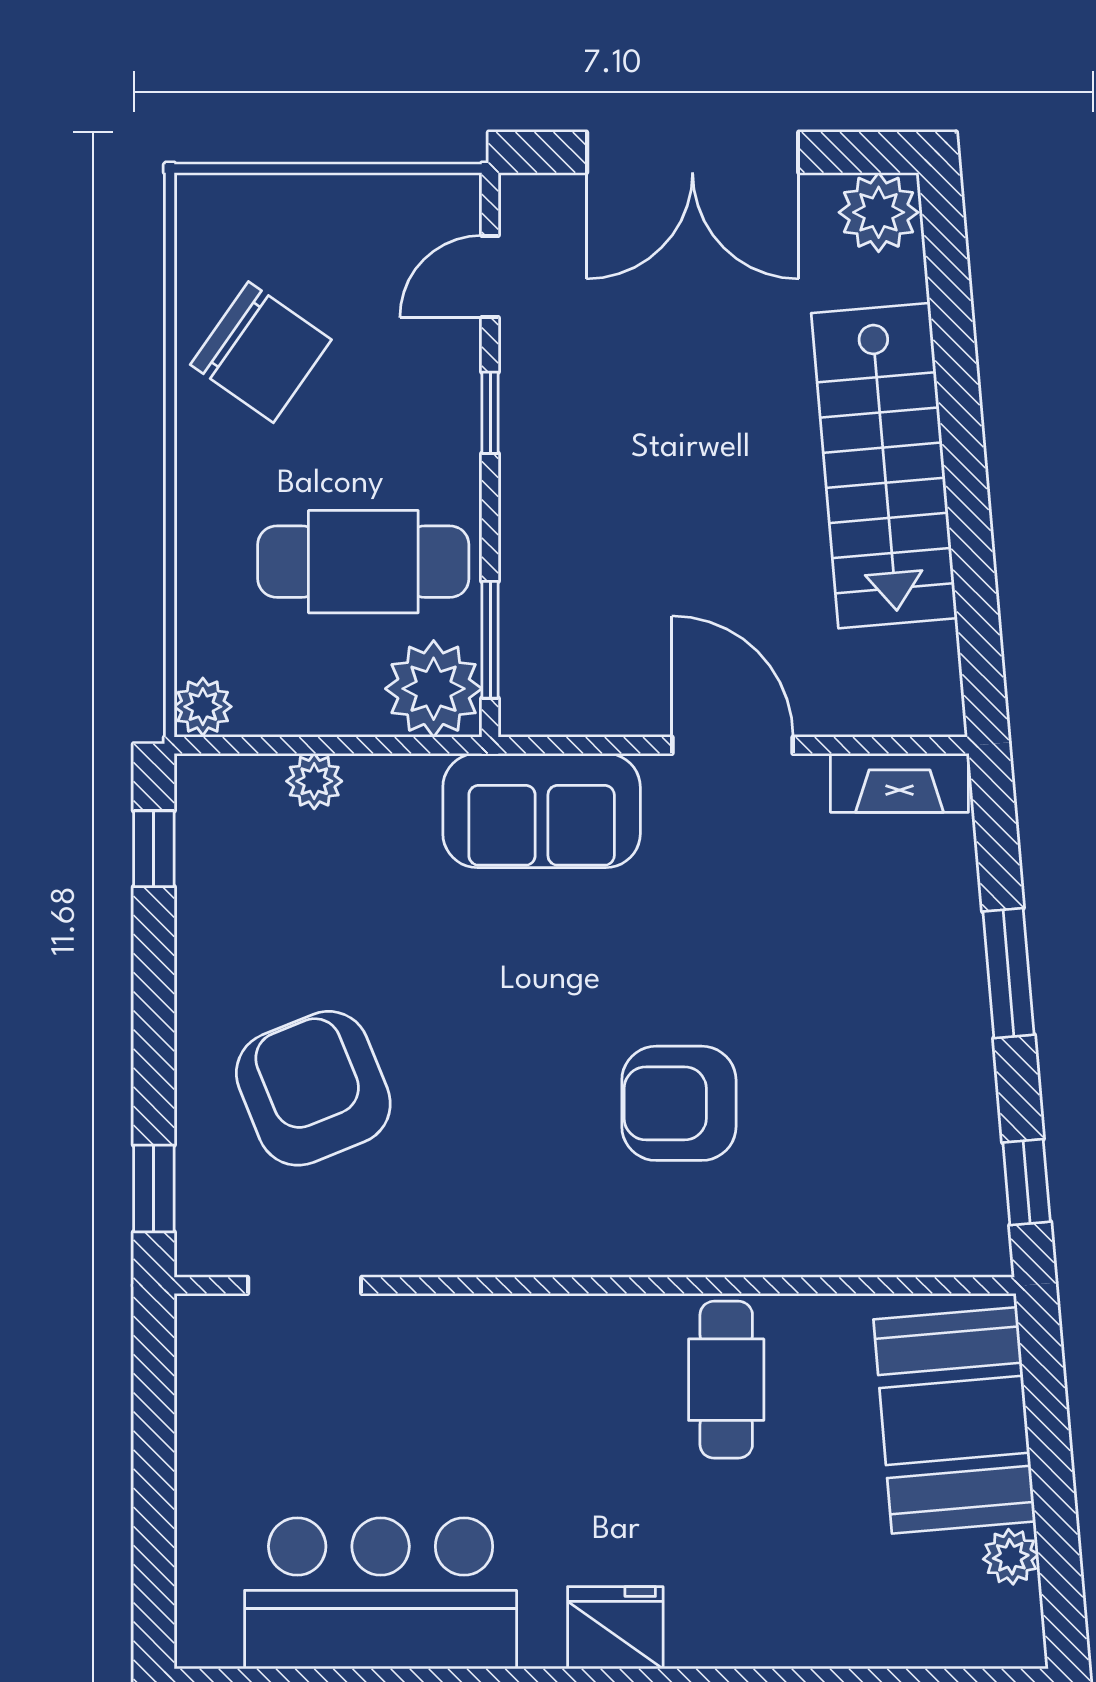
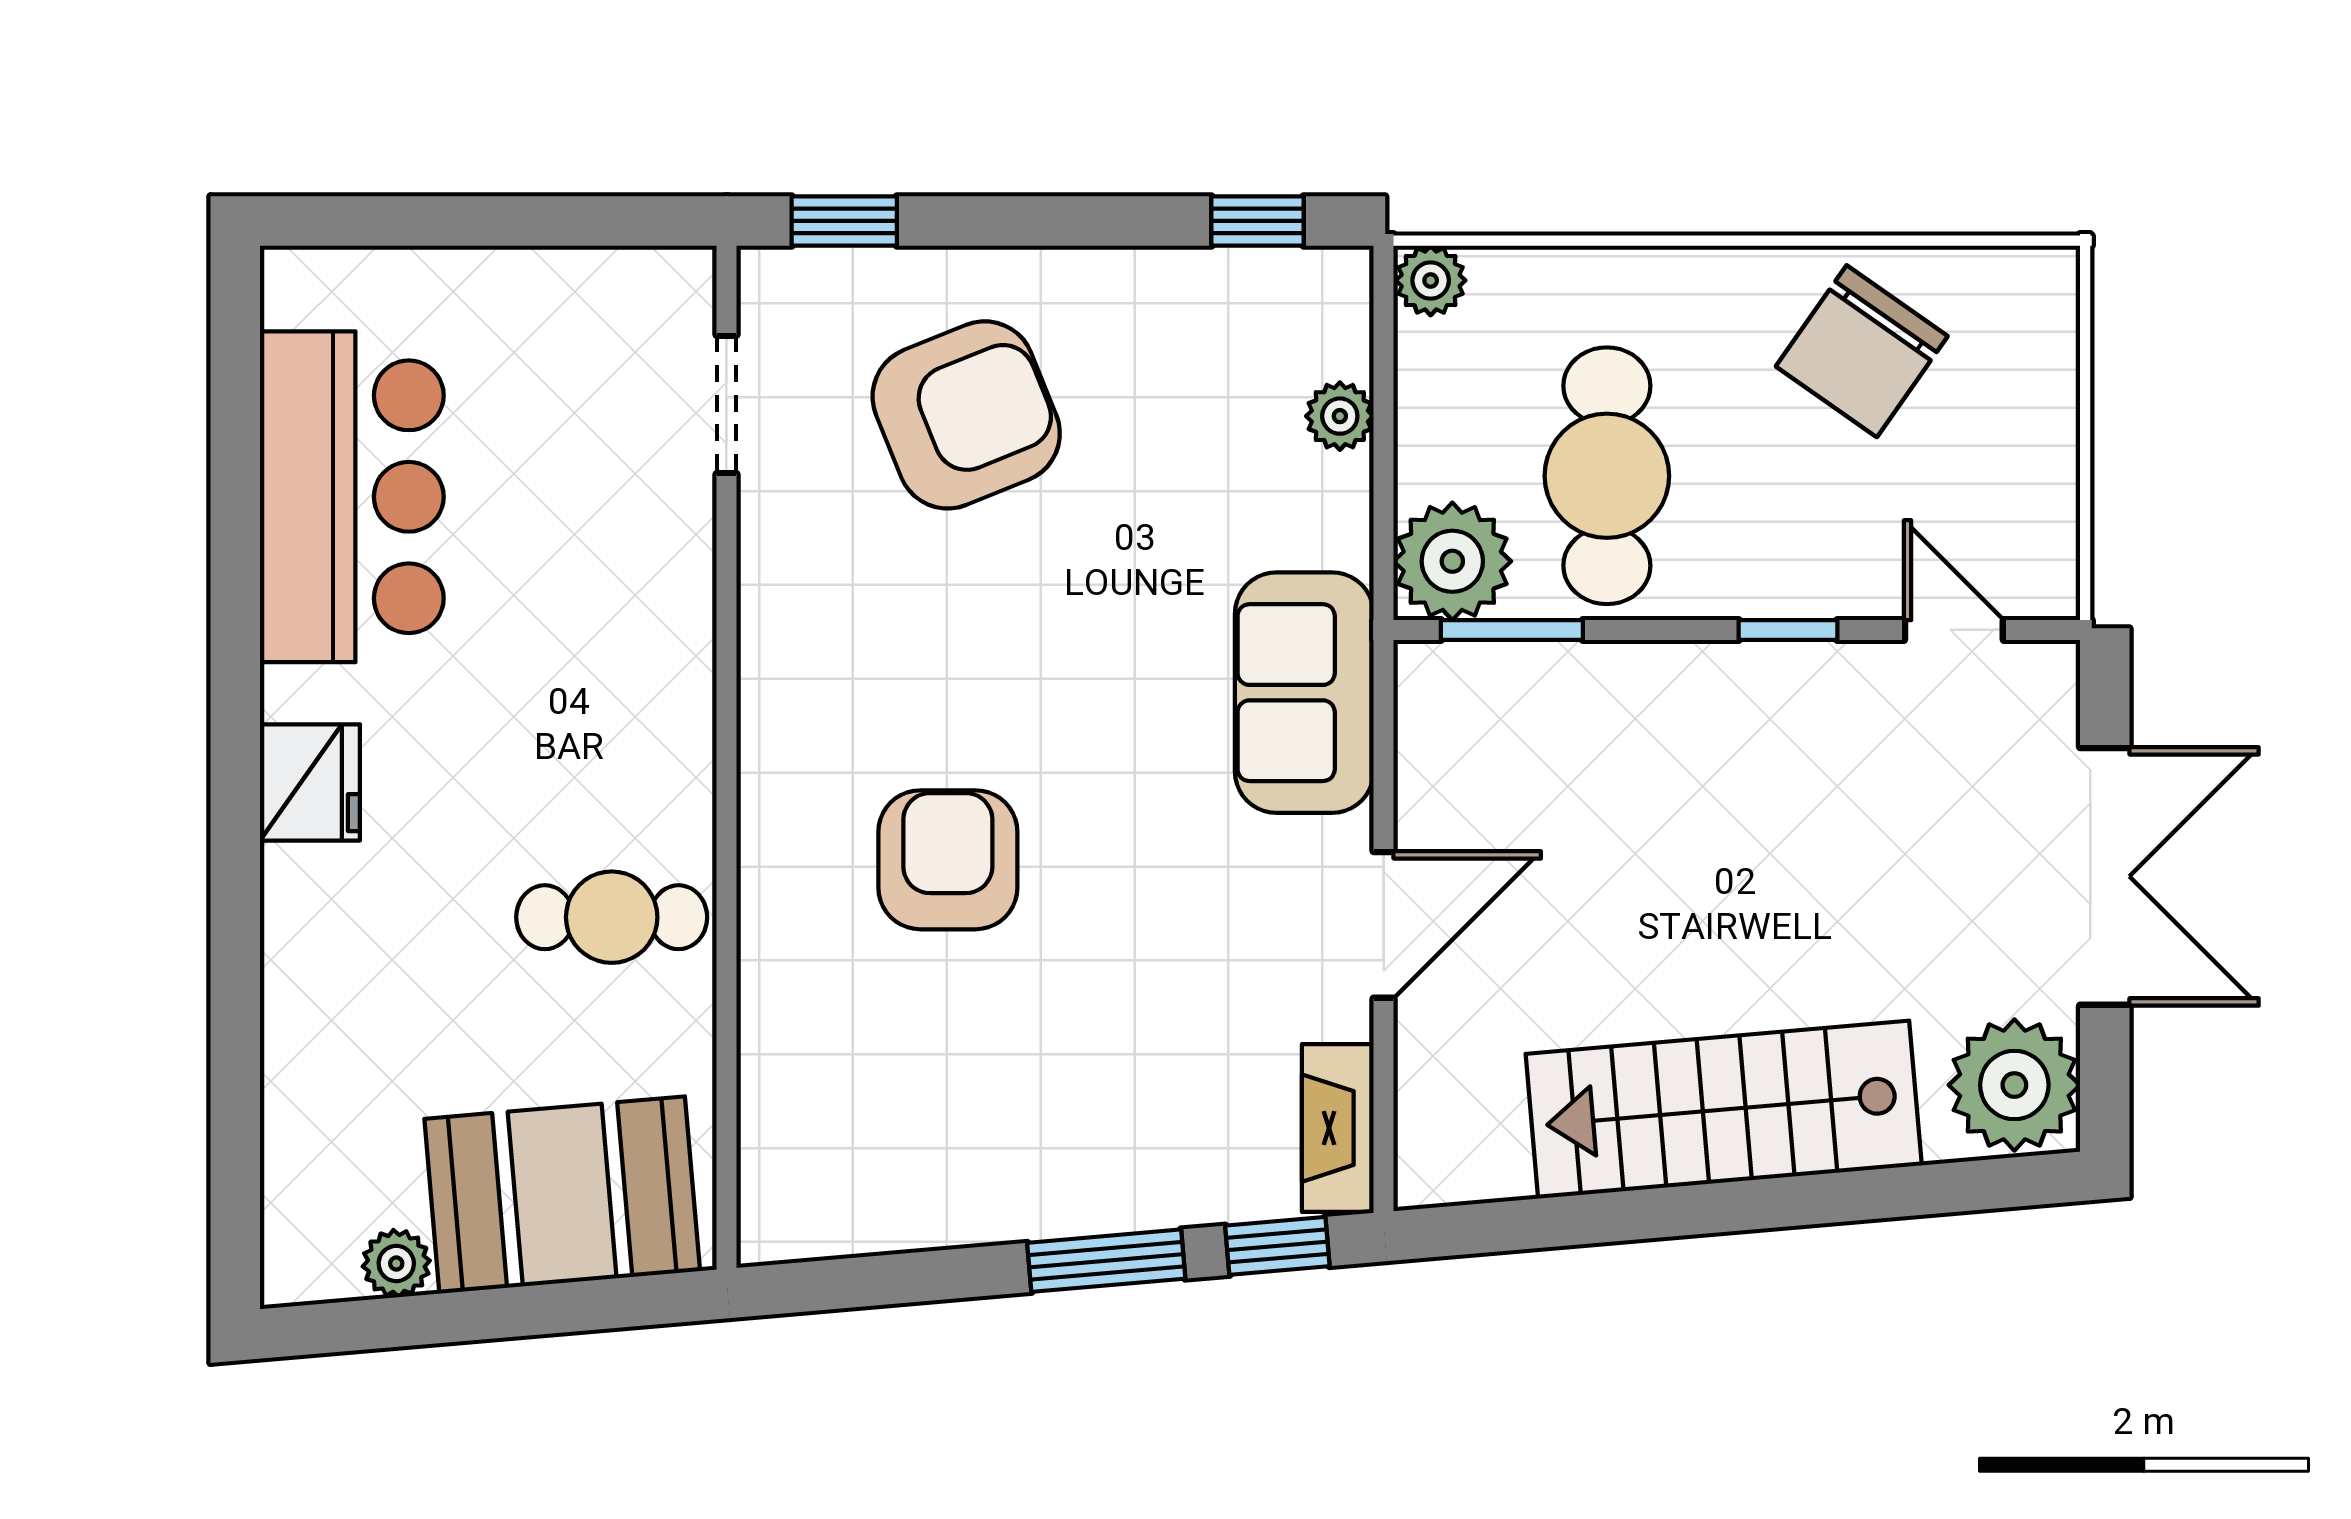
double door: (693, 152) -> (2105, 876), swing flipped
plant: (879, 212) -> (2014, 1085), width x1.36, depth x1.36
window: (1027, 1182) -> (1277, 1246), moved

